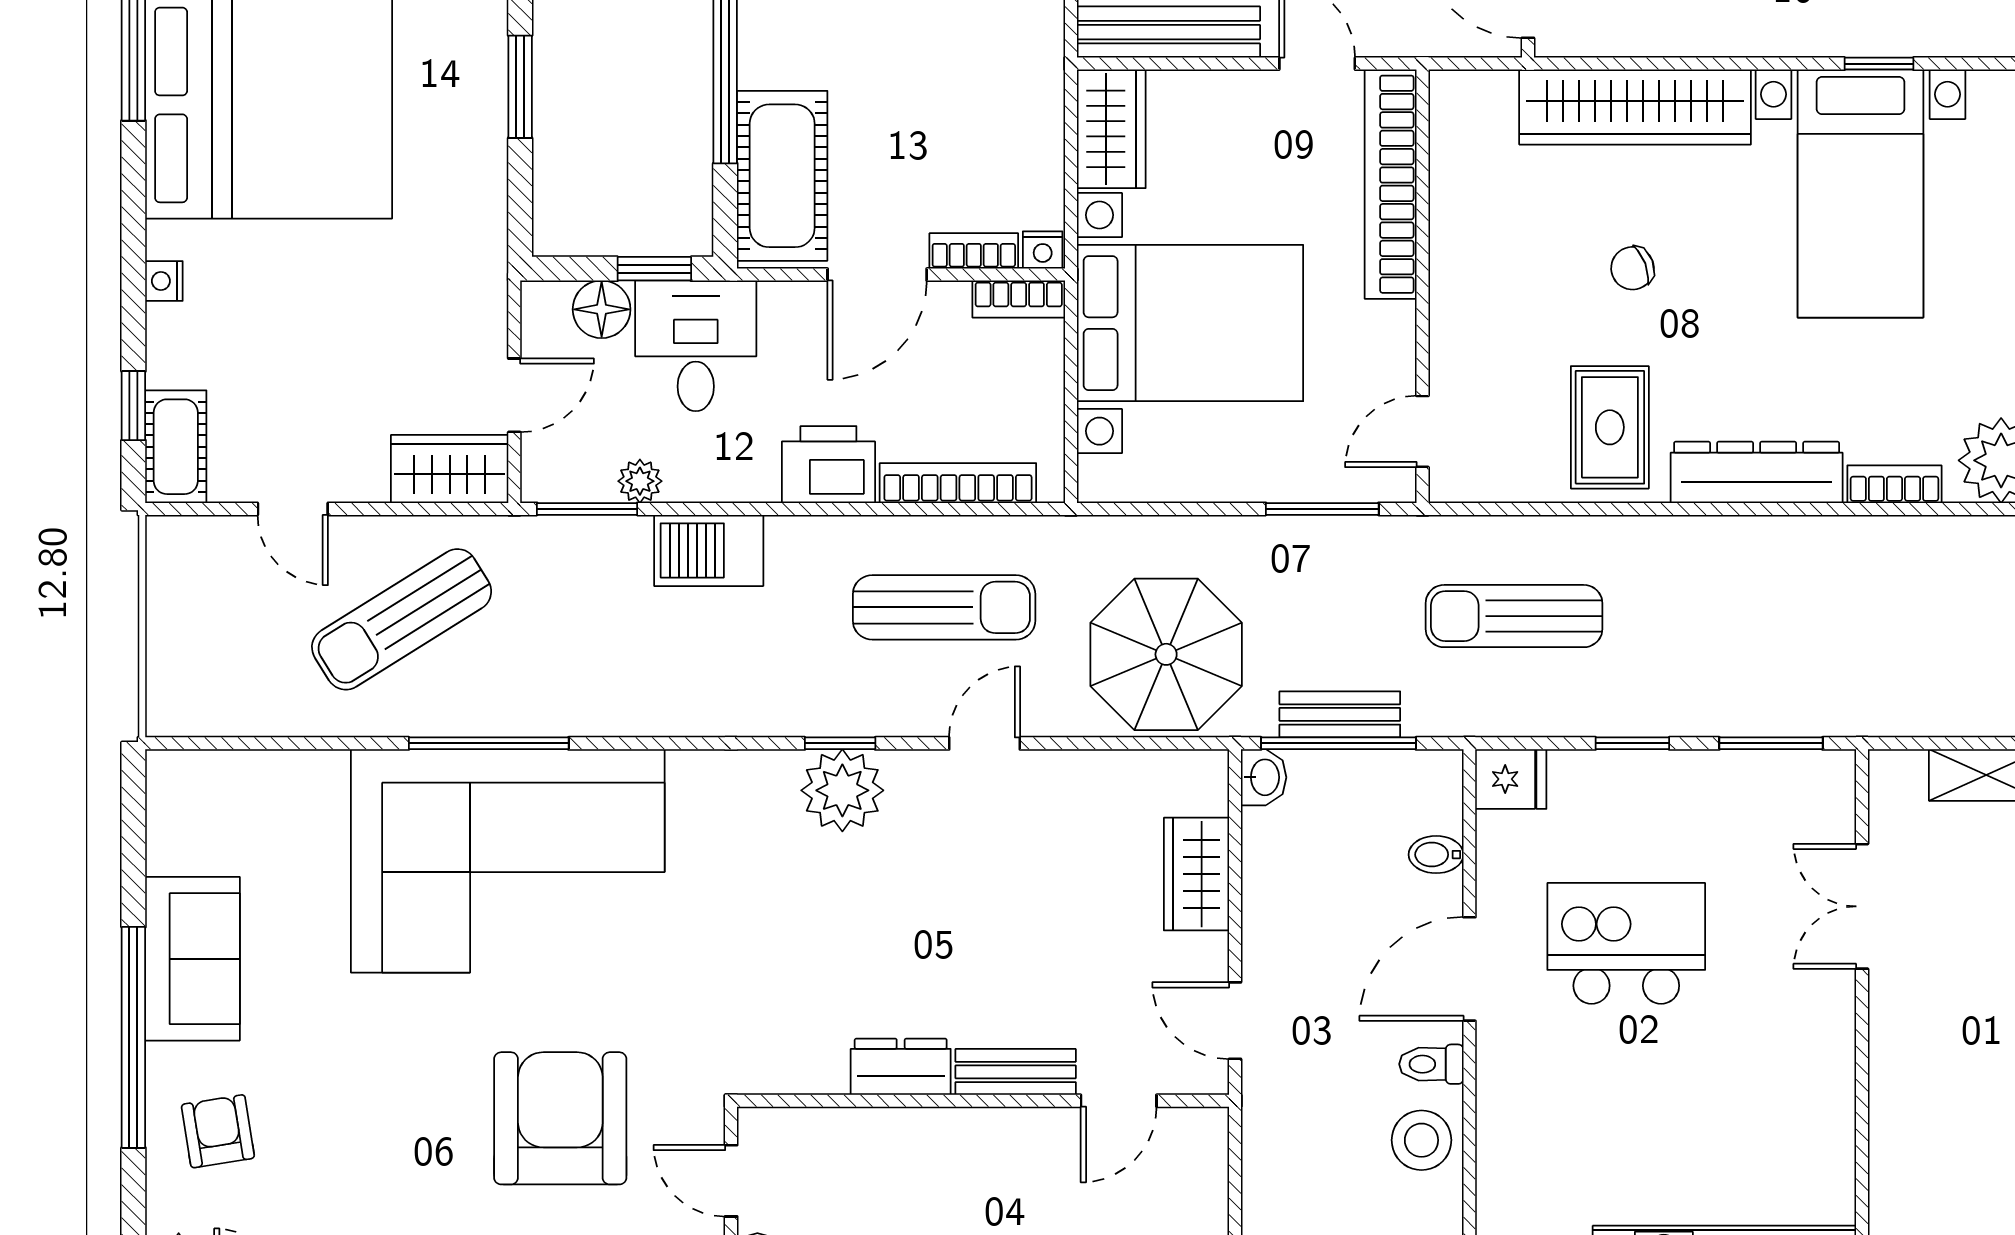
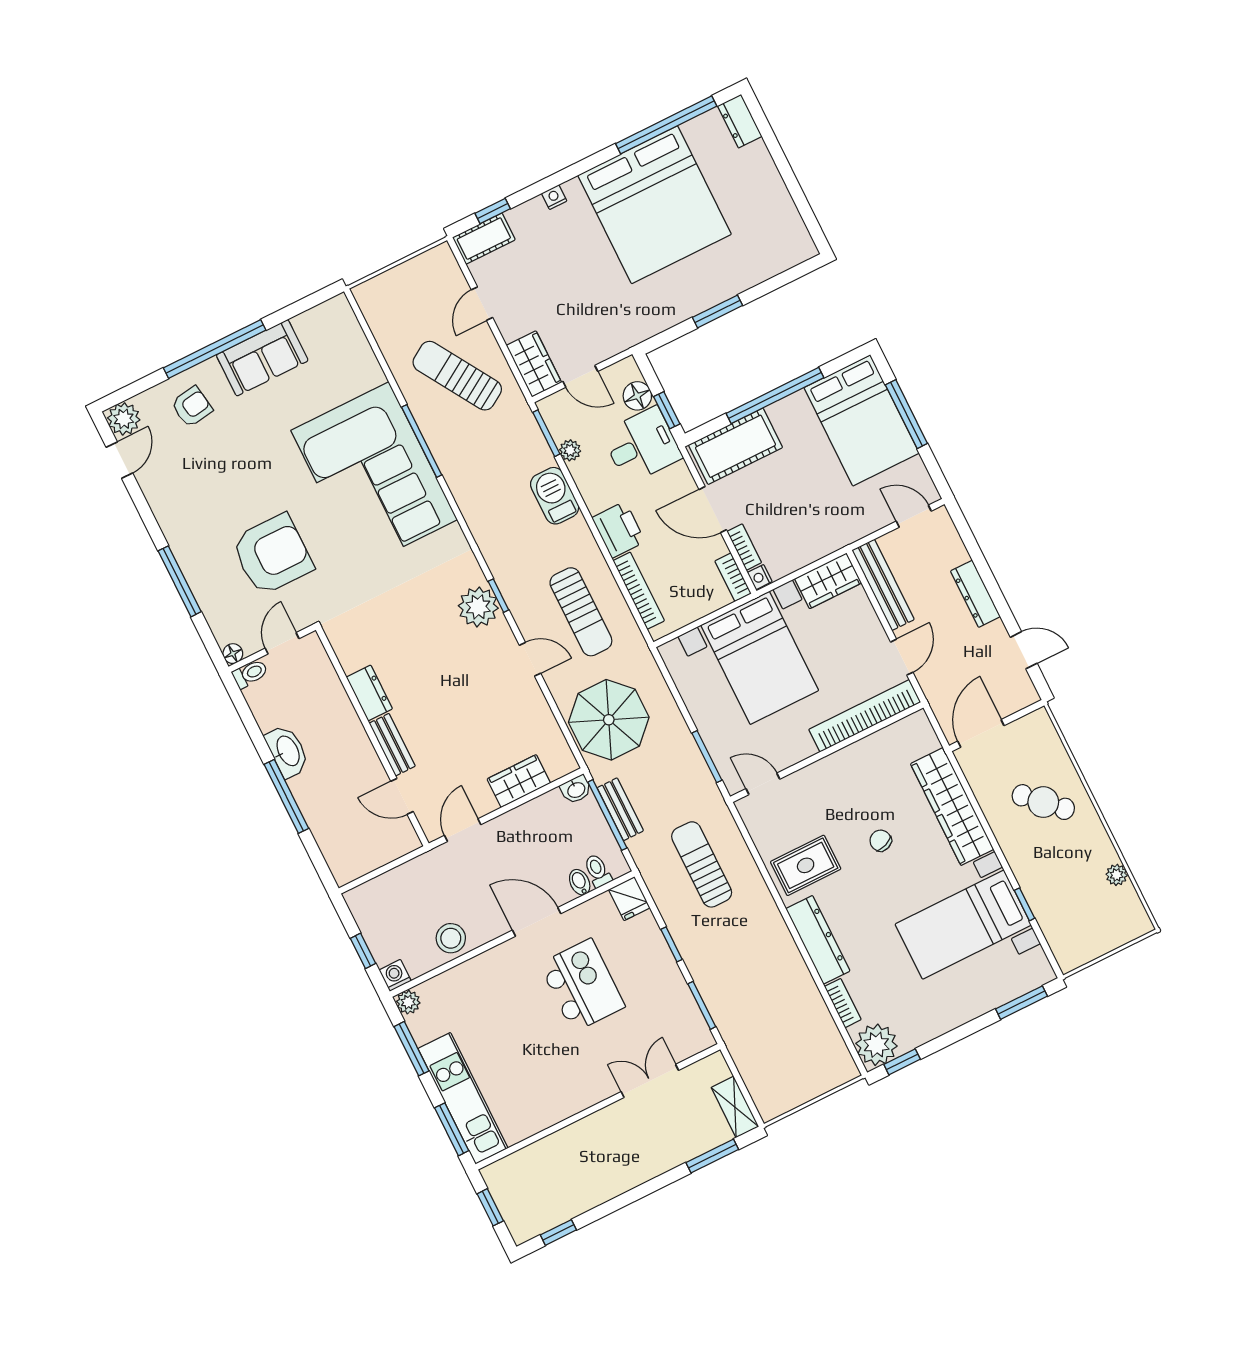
toilet: (1431, 1064) -> (598, 871), moved

